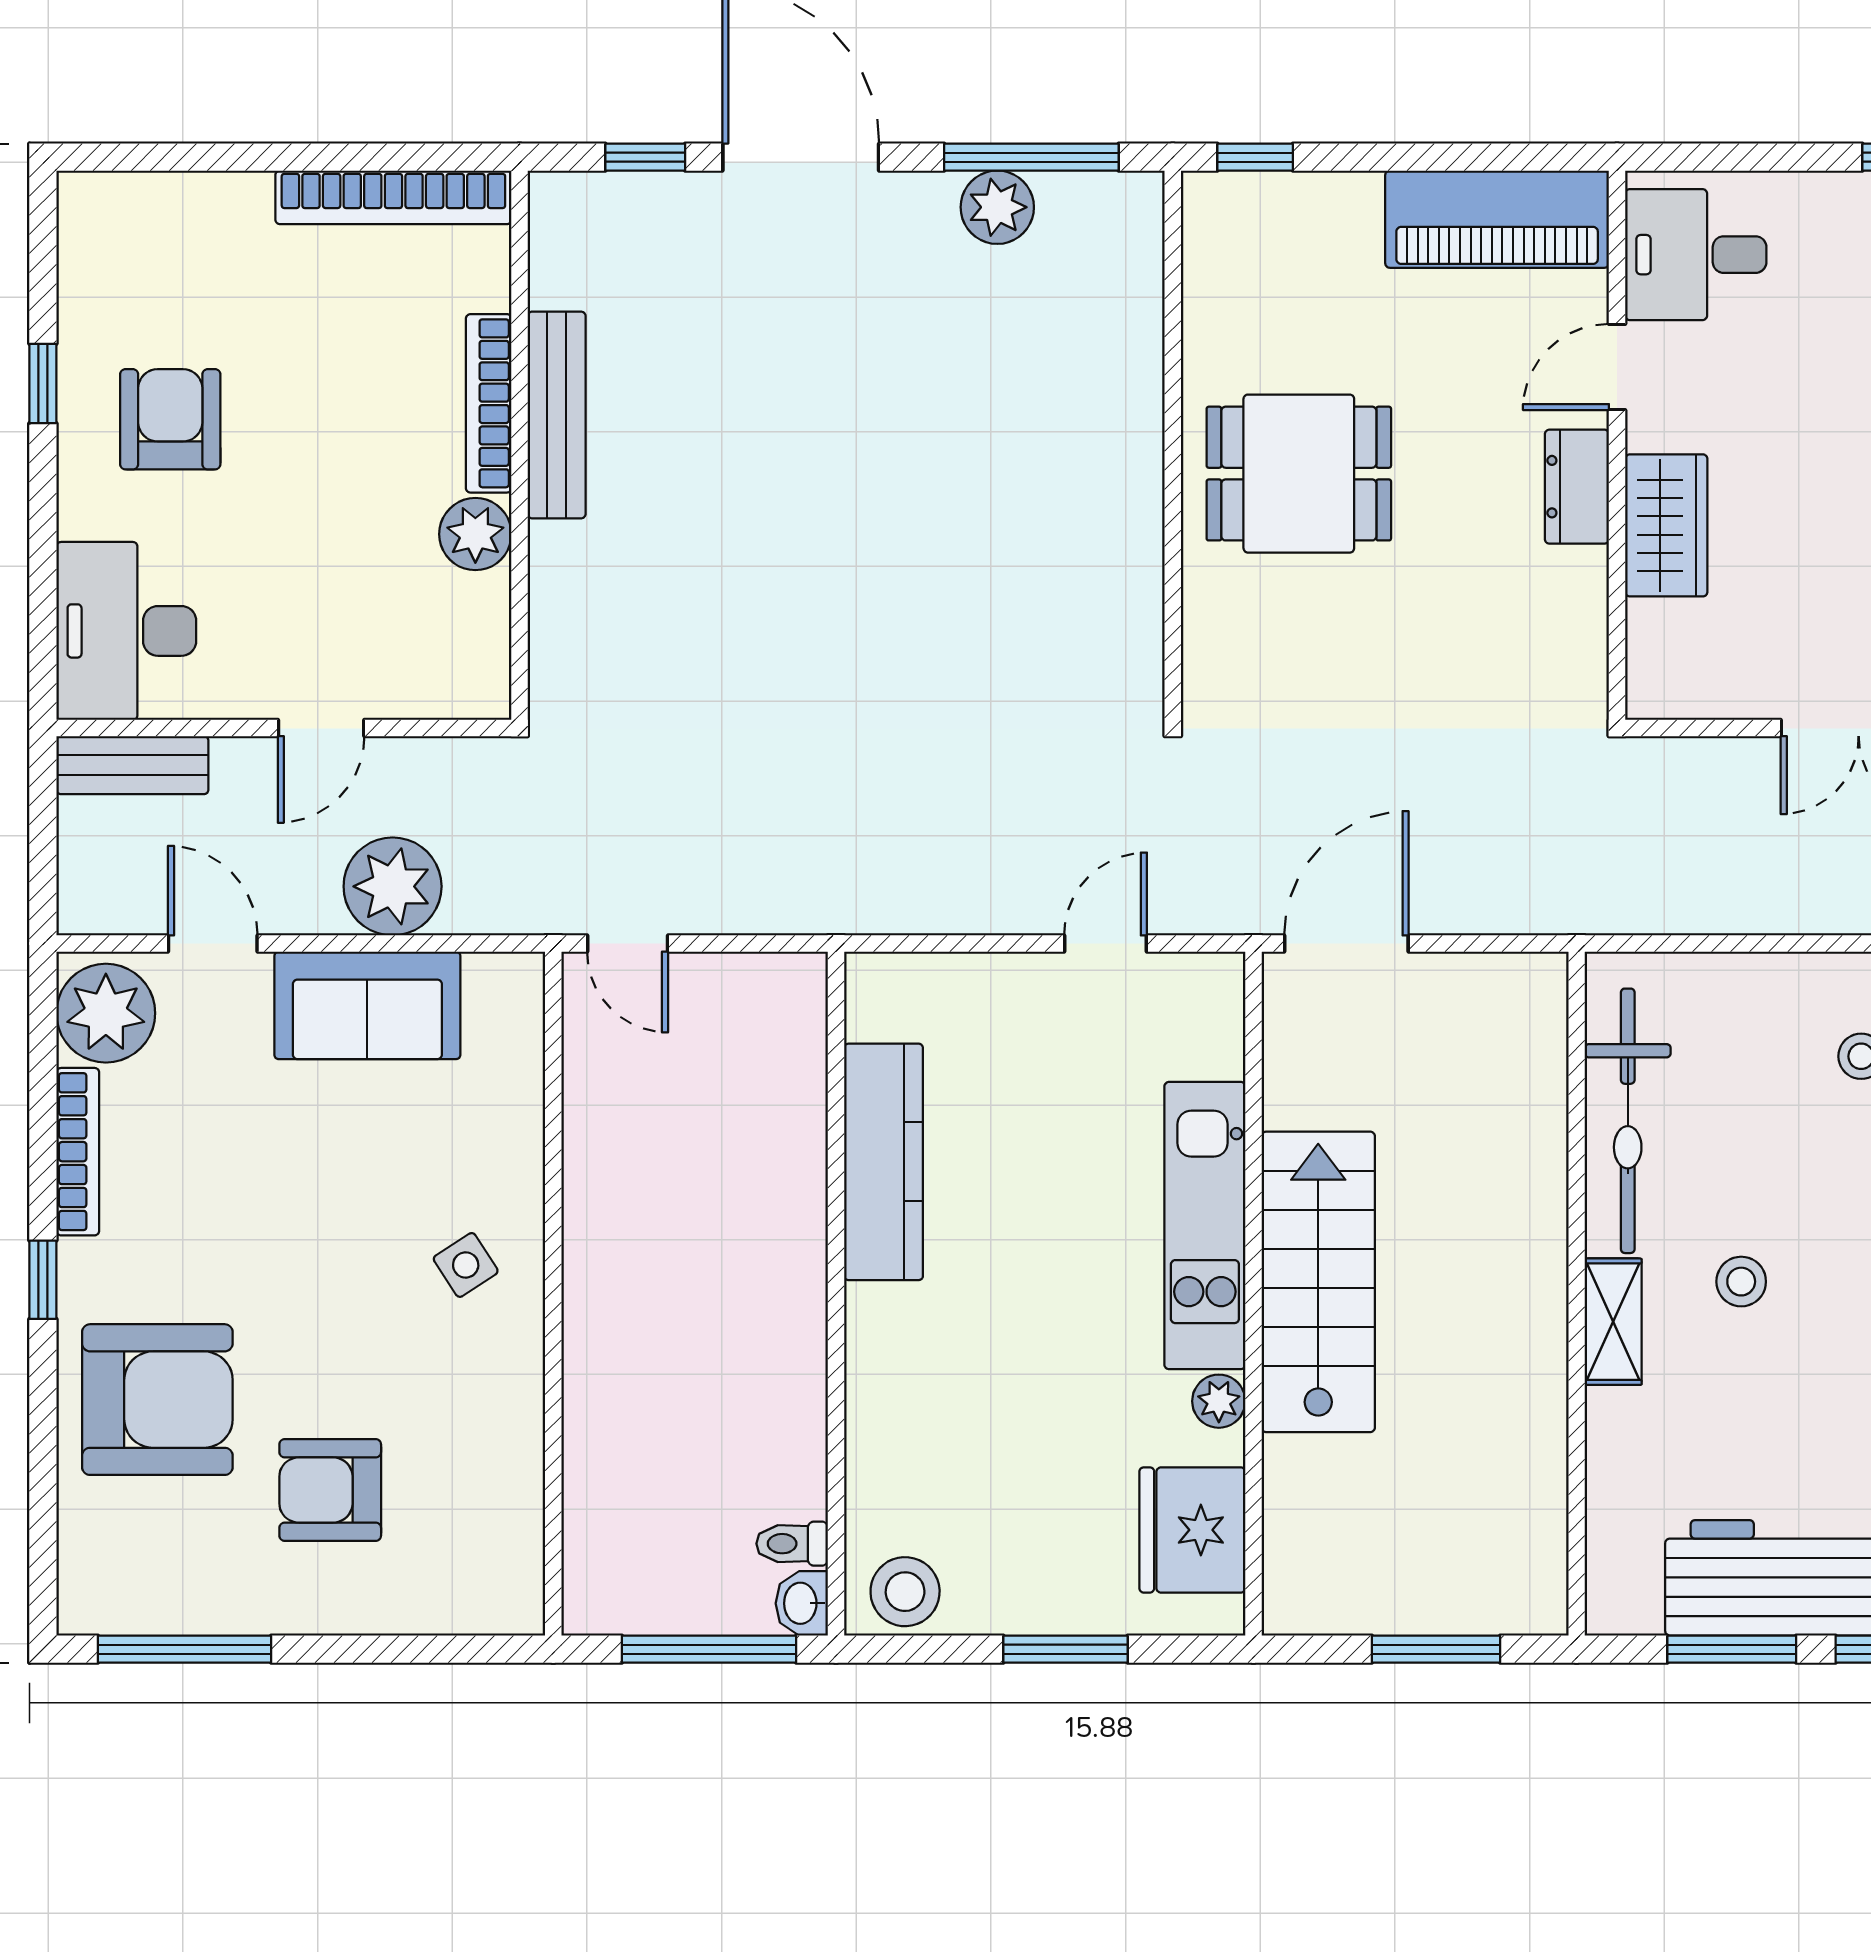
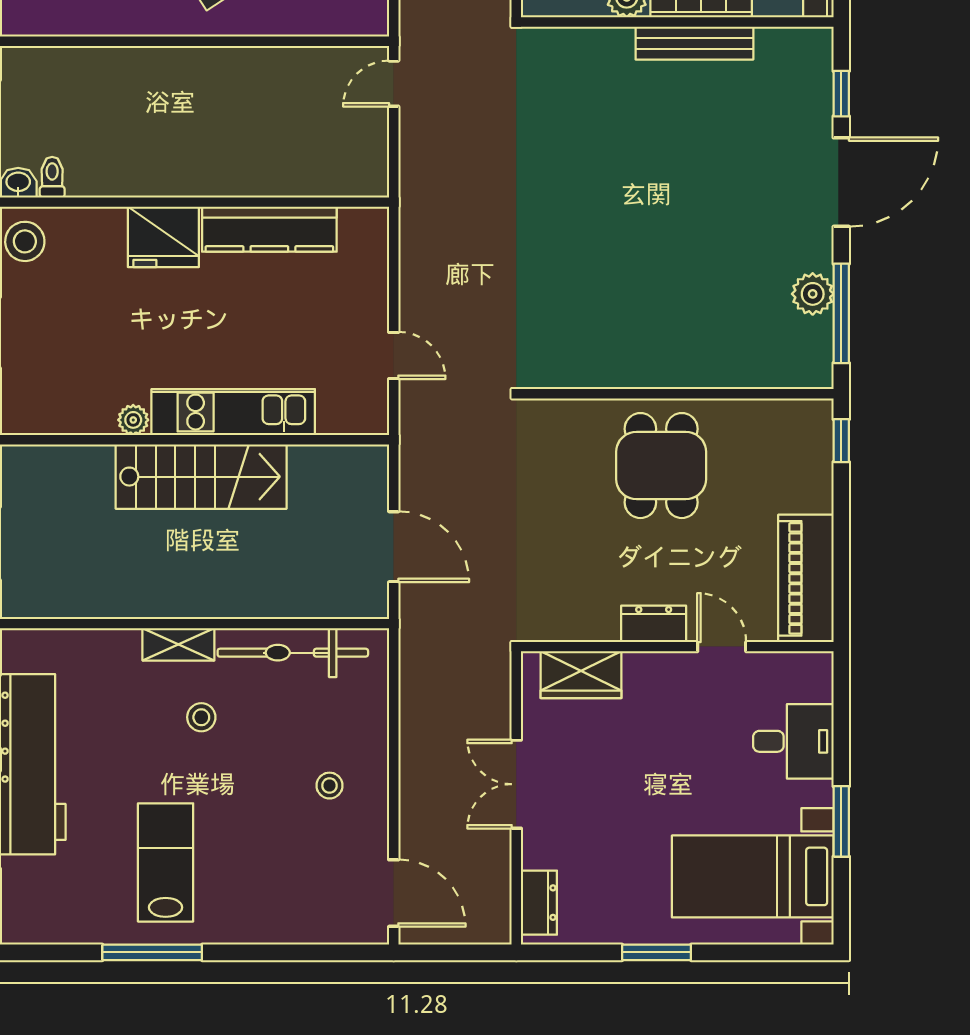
desk: (1696, 255) -> (793, 741), moved, turned 90
wardrobe: (1666, 525) -> (581, 675), moved
door: (1346, 943) -> (394, 547), moved
fridge: (1192, 1530) -> (163, 237), moved, turned 180

